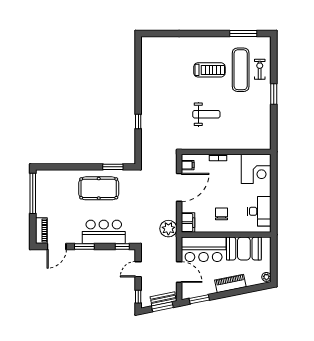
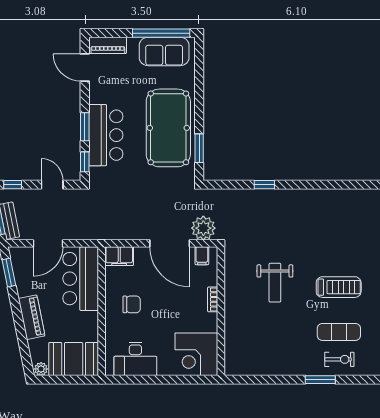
treadmill: (209, 70) -> (339, 287), turned -90
exercise mat: (241, 70) -> (339, 332), width x0.73, depth x0.69
window: (274, 94) -> (320, 380), moved
pool table: (99, 188) -> (168, 128), width x1.36, depth x1.32
sofa: (46, 191) -> (164, 51), added
plant: (168, 229) -> (203, 228), moved
window: (84, 246) -> (85, 127), moved
booth: (244, 249) -> (74, 359), moved, turned 90

